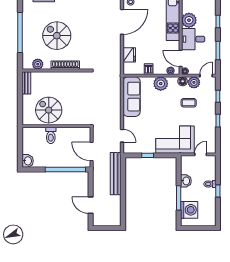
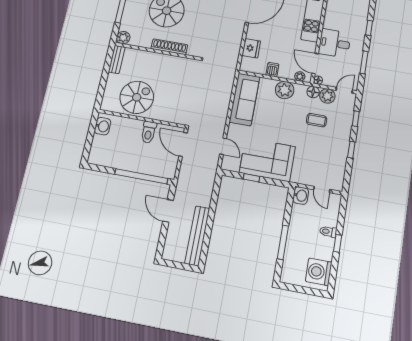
plant: (189, 20) -> (333, 20), removed
plant: (38, 64) -> (123, 38), moved
spiral stairs: (49, 110) -> (137, 97), turned 90
toilet: (51, 135) -> (149, 132), moved
corner sofa: (175, 140) -> (267, 160), moved
door: (92, 152) -> (183, 145), moved
door: (201, 154) -> (322, 189), swing flipped
washbasin: (28, 161) -> (102, 126), moved
bench: (116, 174) -> (197, 236), moved
washbasin: (186, 181) -> (301, 195), moved
door: (91, 205) -> (168, 211), moved
washing machine: (189, 210) -> (319, 272), moved, turned 180

